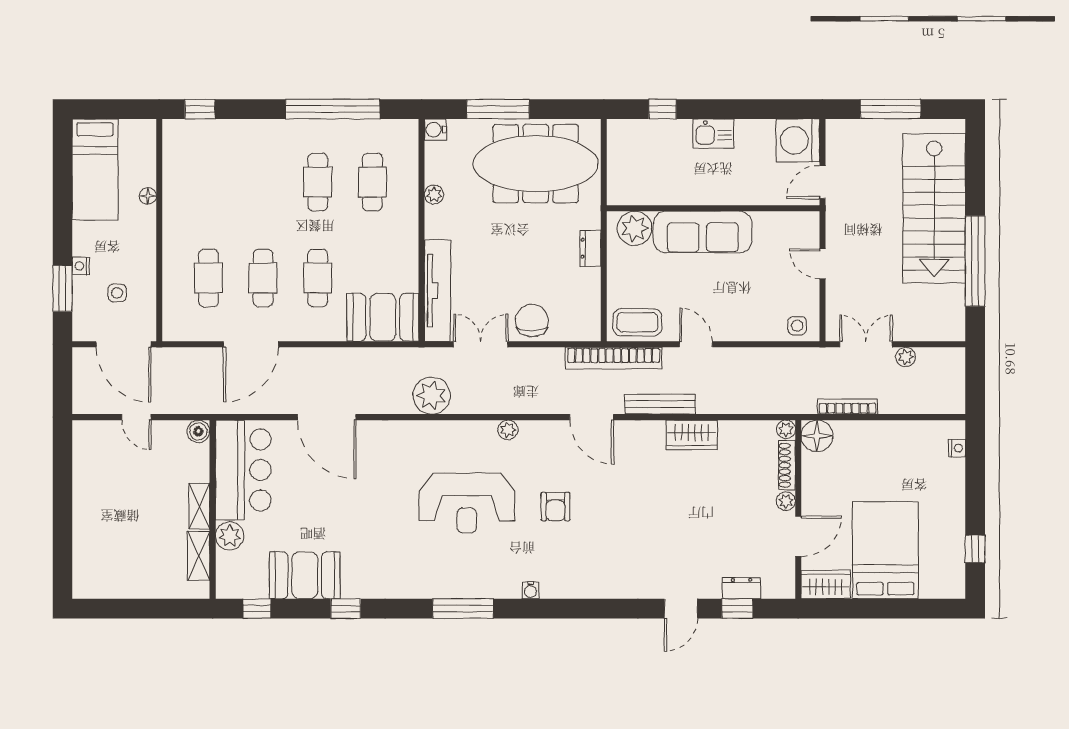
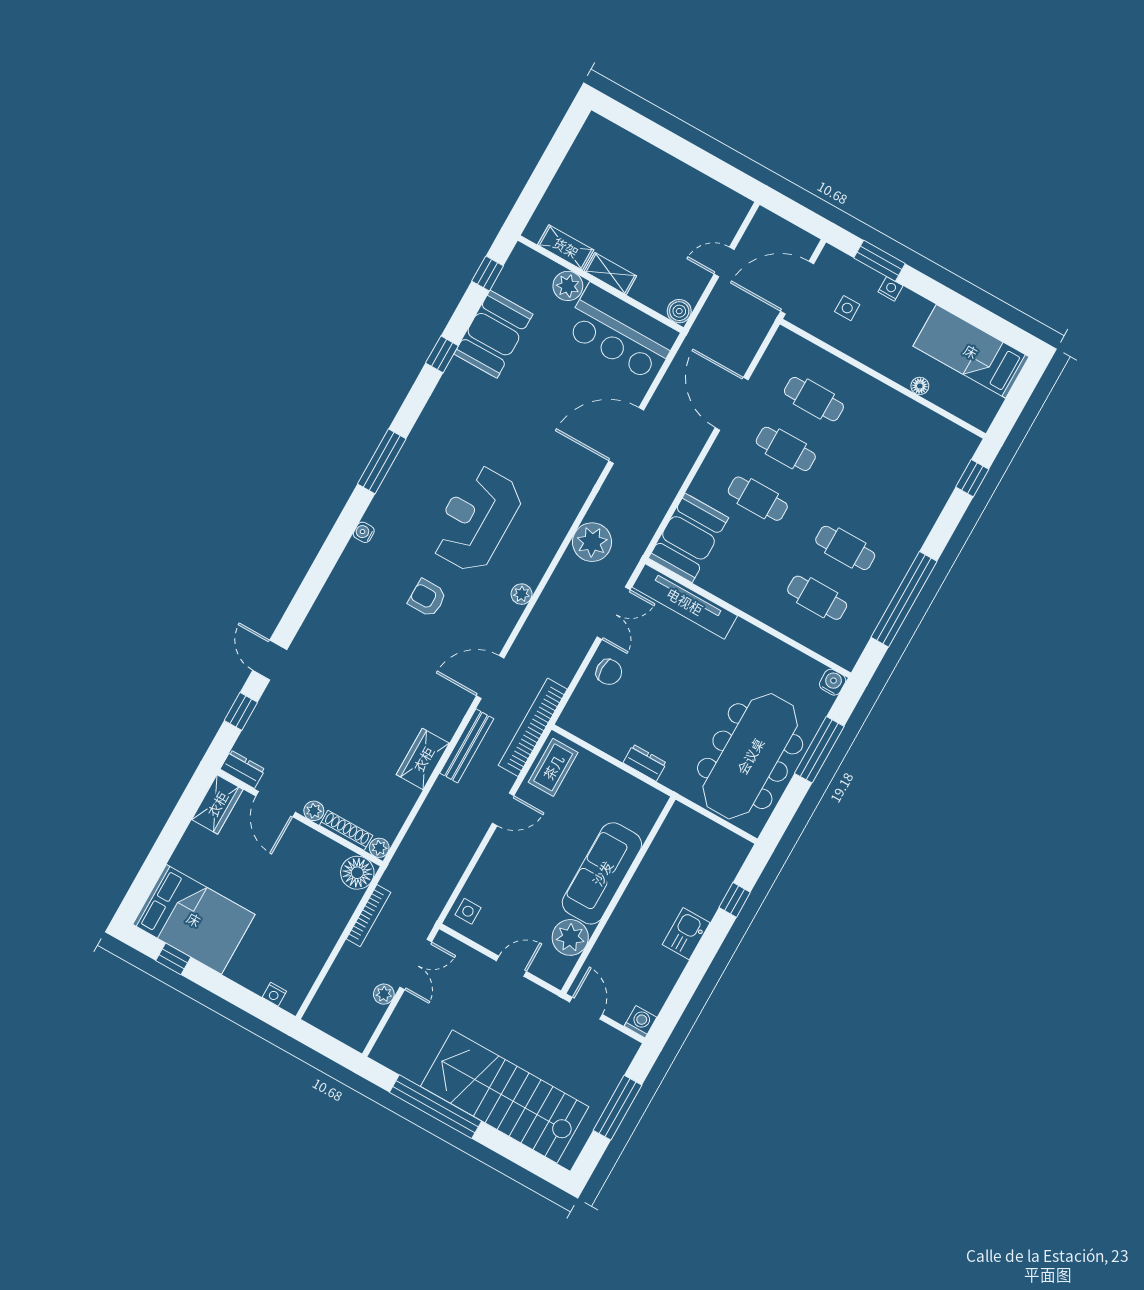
washing machine: (798, 140) -> (641, 1022), width x0.53, depth x0.53
plant: (434, 195) -> (774, 648), removed
plant: (635, 228) -> (570, 937), moved
chair: (532, 321) -> (609, 672), width x0.73, depth x0.73
bed: (885, 550) -> (194, 919), moved
dresser: (741, 588) -> (243, 769), moved, turned -90

